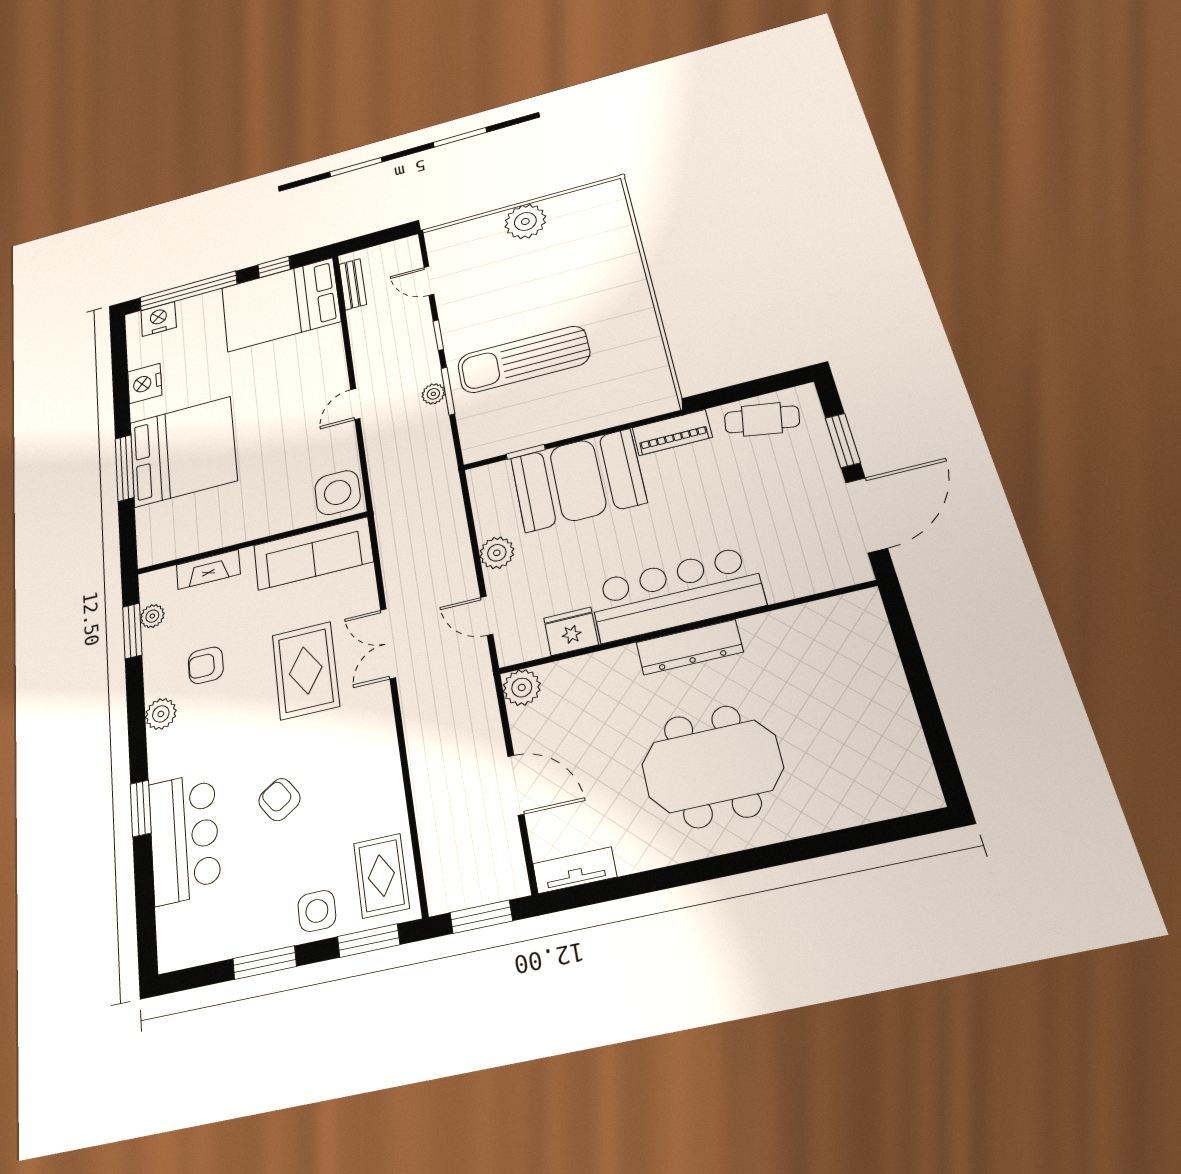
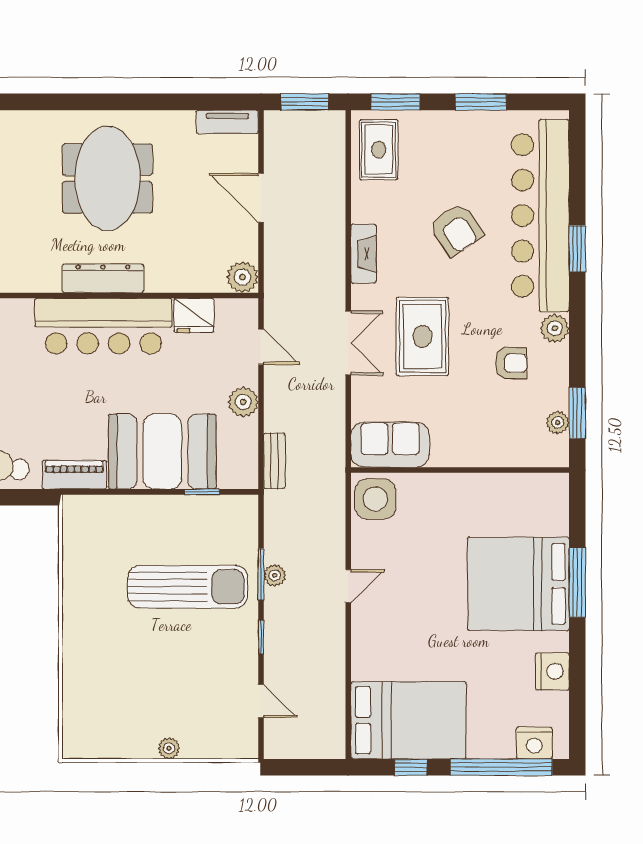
plant: (525, 221) -> (169, 748), width x0.53, depth x0.53
bench: (353, 284) -> (274, 461), moved
sofa: (313, 553) -> (390, 445), width x0.73
fireplace: (208, 569) -> (364, 254), moved, turned 90
meeting table: (712, 766) -> (107, 178), turned 90
armchair: (279, 800) -> (456, 229), width x1.38, depth x1.38
bar counter: (184, 838) -> (540, 216), width x1.86
side table: (317, 911) -> (434, 133), removed

